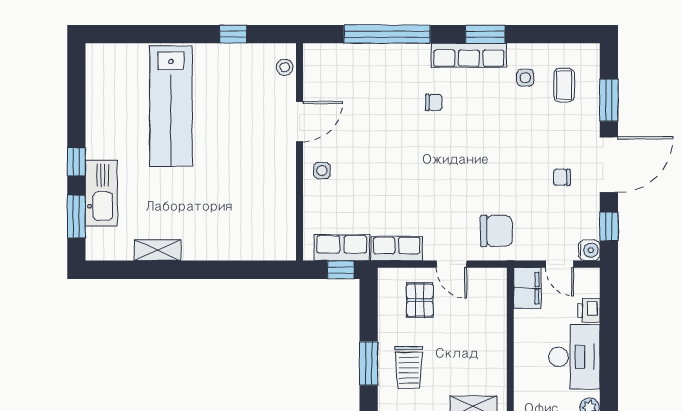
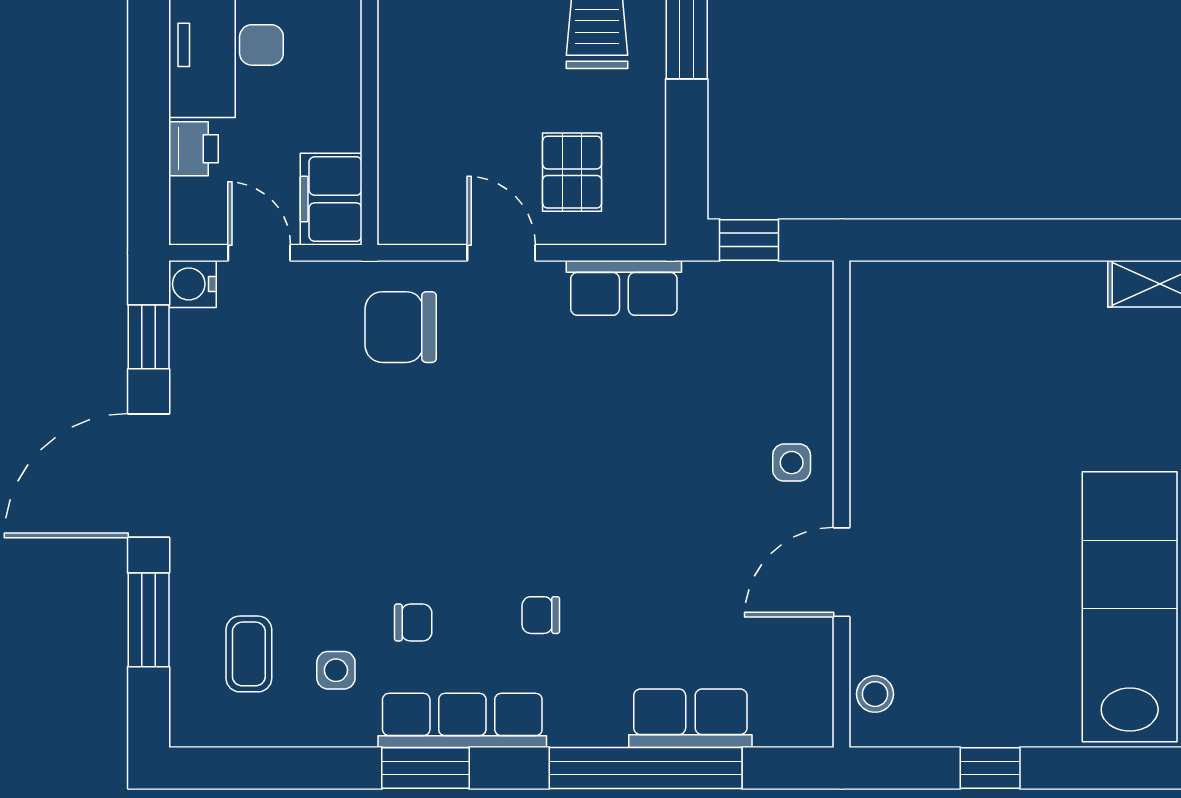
chair: (562, 177) -> (413, 622), moved
row of seats: (342, 248) -> (690, 718), moved, turned 180

